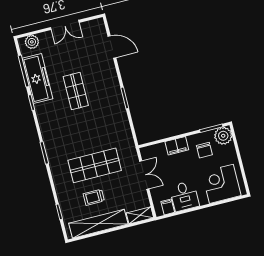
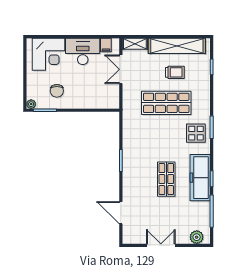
freezer: (37, 79) -> (200, 178), moved
plant: (223, 136) -> (31, 104), width x0.53, depth x0.53
display table: (58, 143) -> (196, 133), added
filing cabinet: (177, 146) -> (82, 102), removed
chair: (204, 150) -> (57, 91), turned 180
double door: (144, 175) -> (121, 69), moved
desk: (184, 196) -> (83, 51), width x1.37

